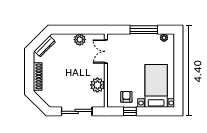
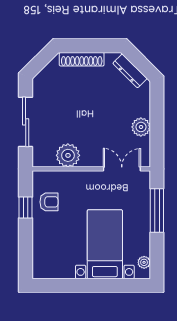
window: (144, 30) -> (157, 210), moved
bed with nightstands: (156, 86) -> (105, 244), moved, turned -90

